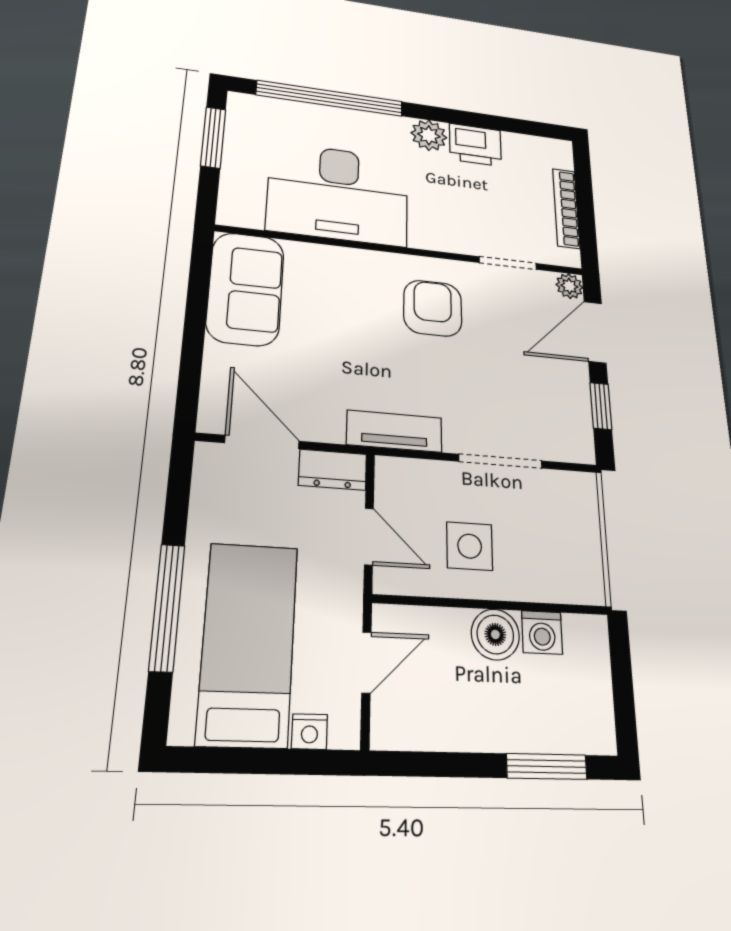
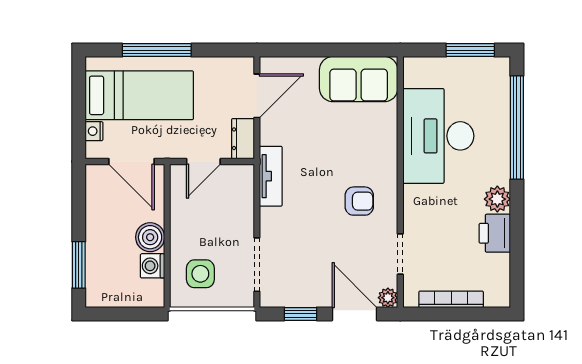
armchair: (433, 308) -> (359, 201), width x0.72, depth x0.72
doorway: (501, 461) -> (257, 265), moved
side table: (470, 546) -> (200, 274), moved
door: (366, 662) -> (131, 162), width x1.38

